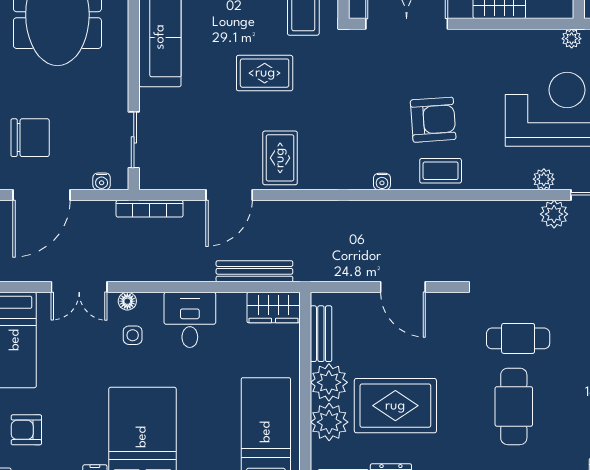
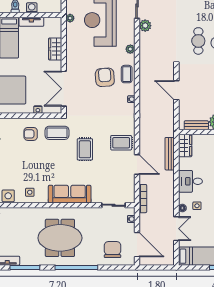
plant: (544, 179) -> (130, 49), moved
door: (403, 287) -> (176, 90), swing flipped

